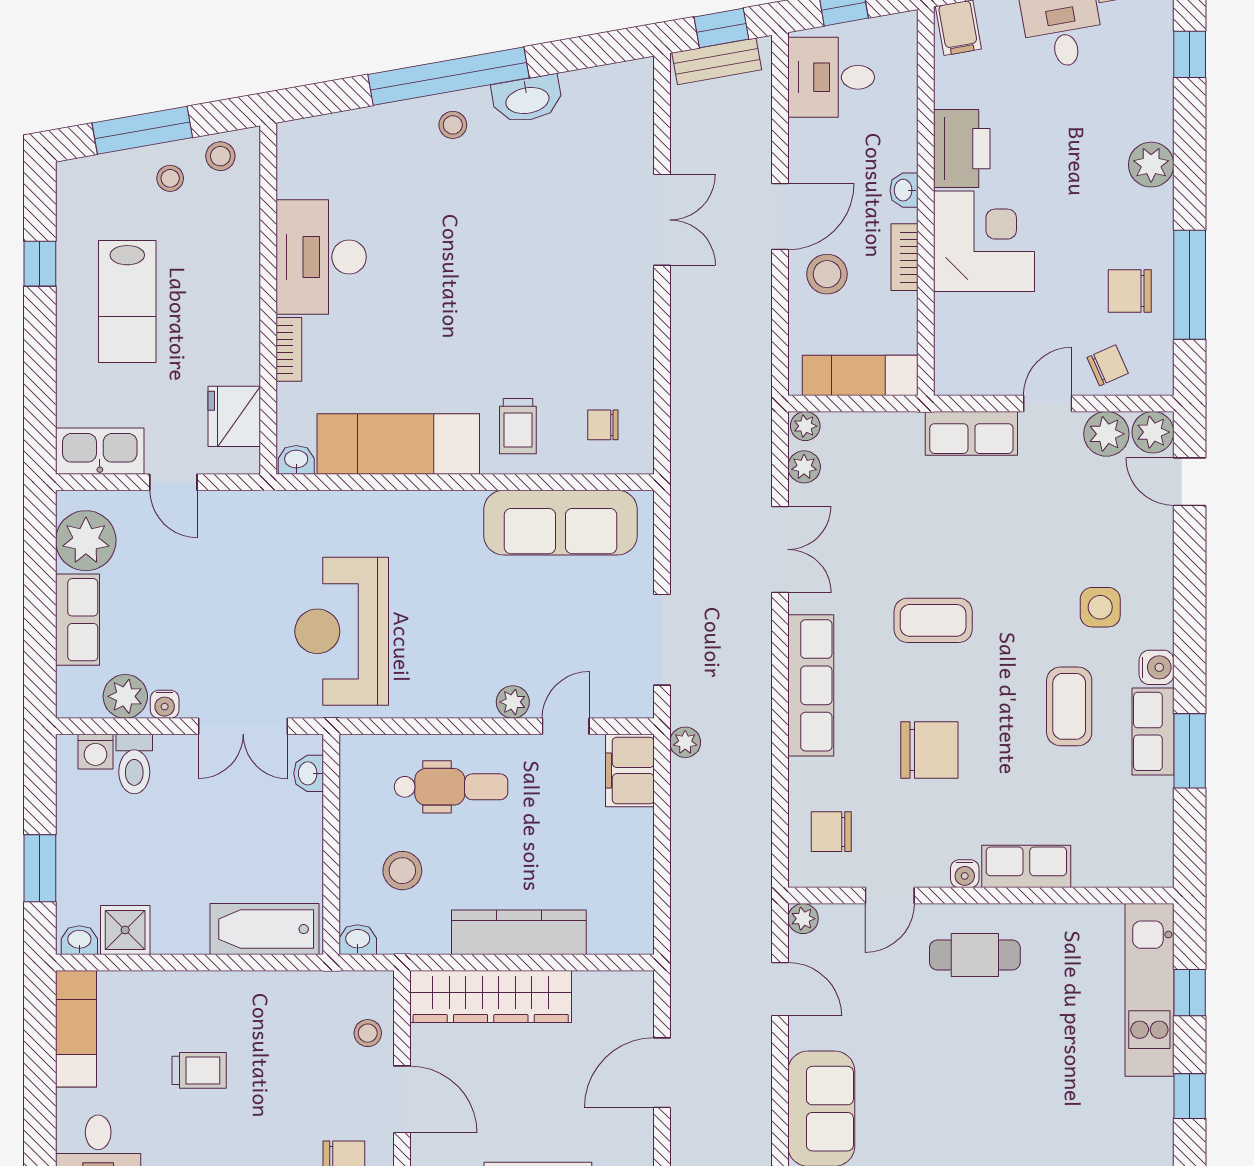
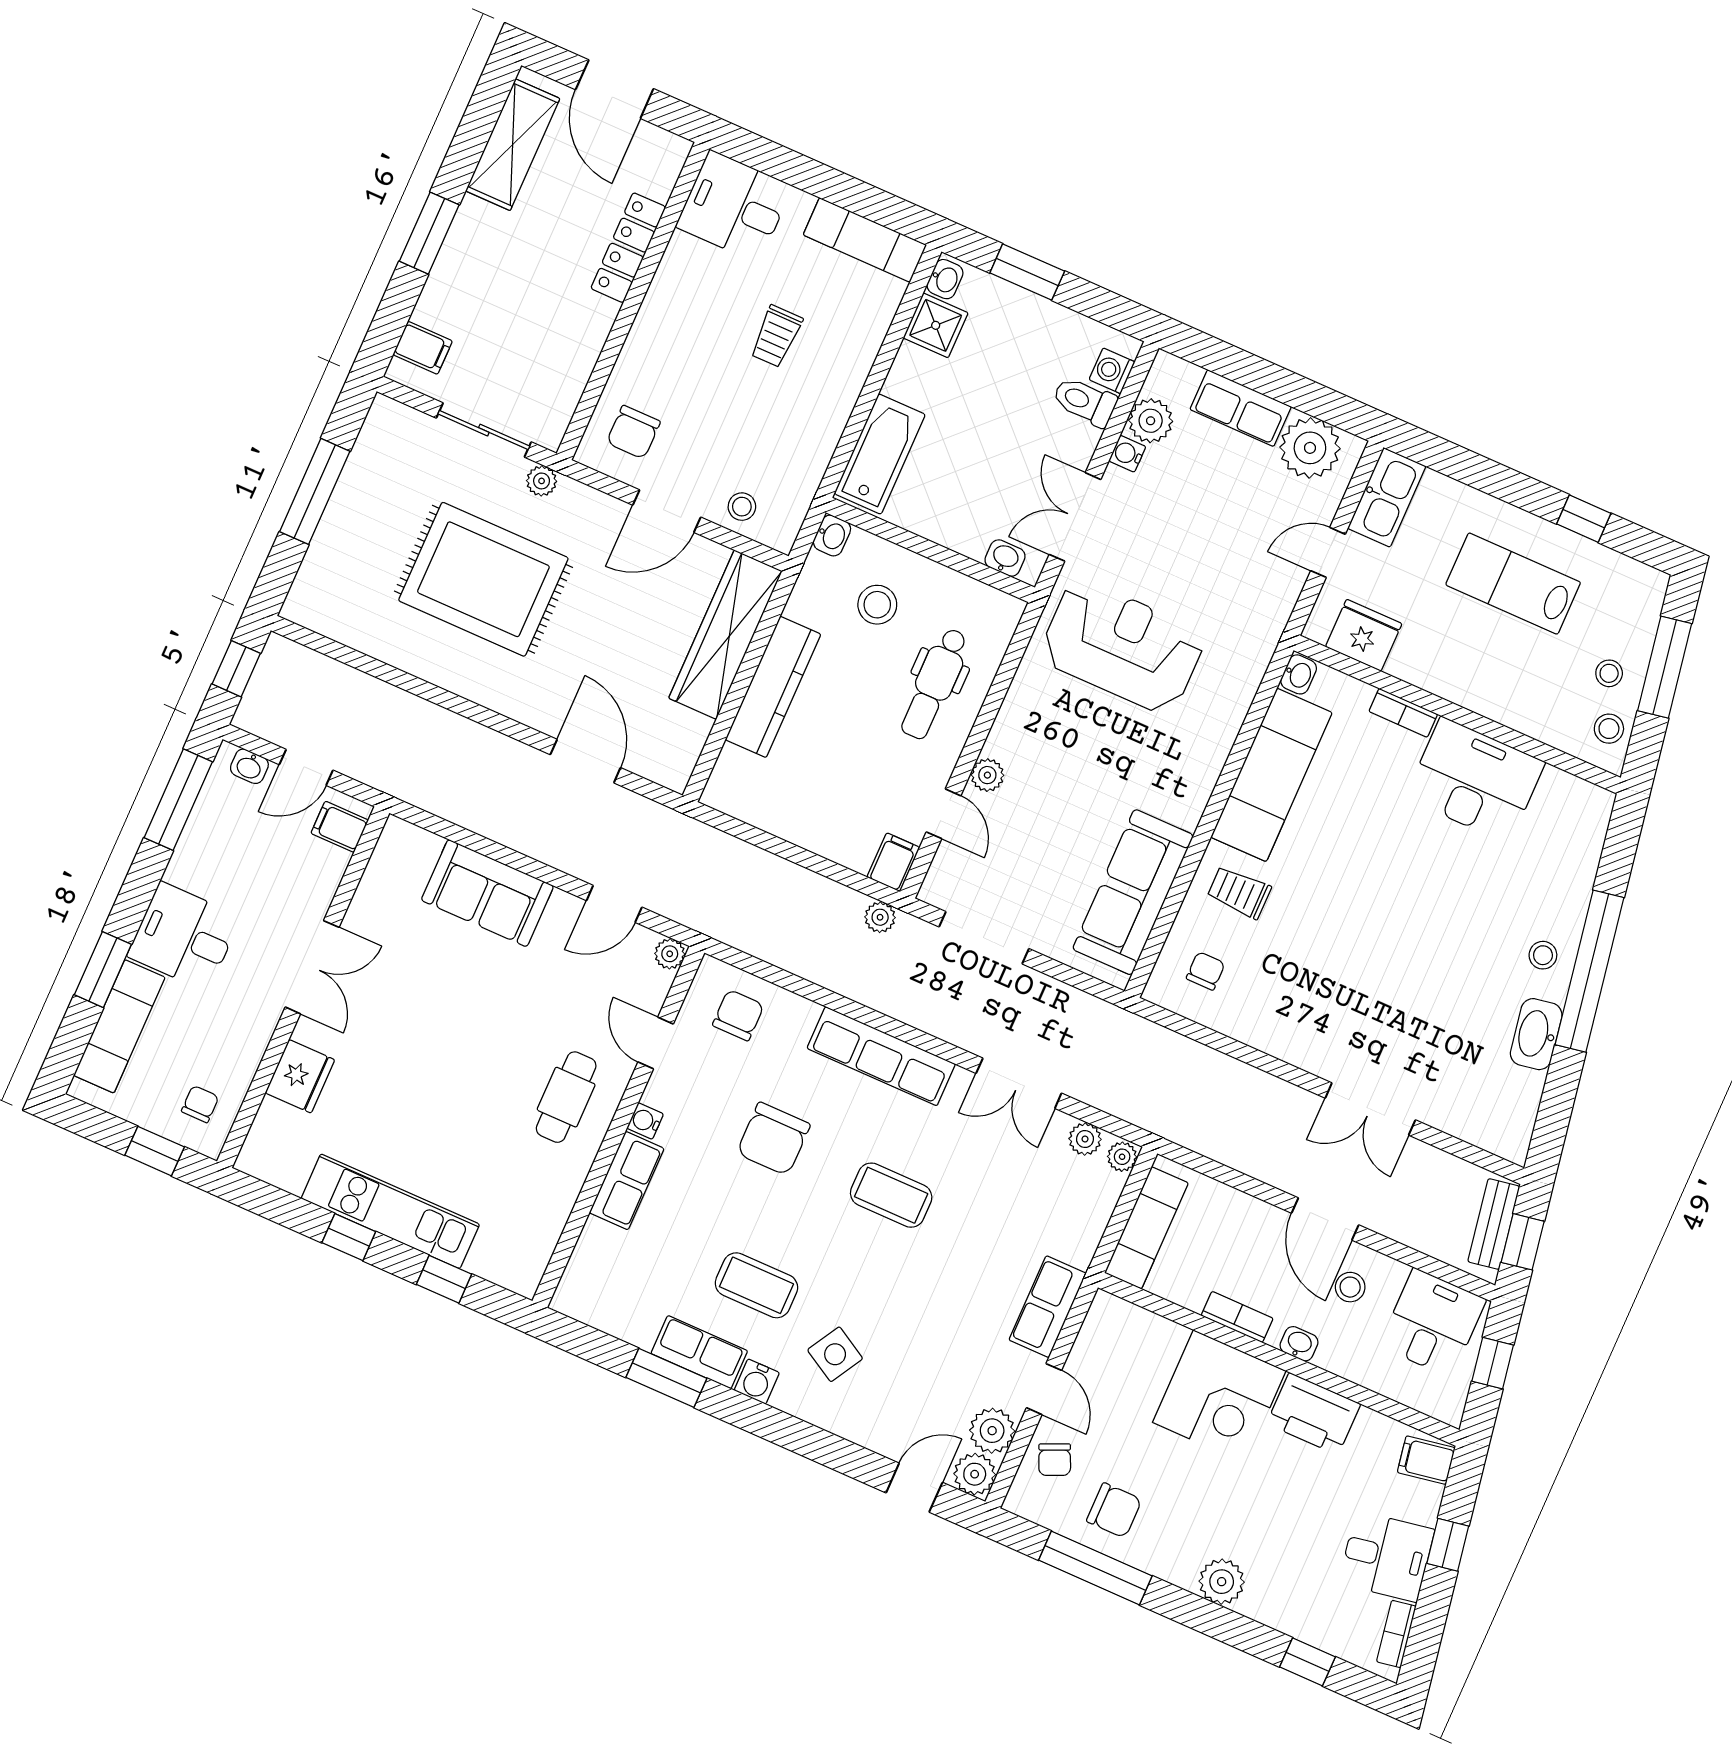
stool: (827, 274) -> (1350, 1287), moved, width x0.73, depth x0.73
chair: (1130, 291) -> (1114, 1510), turned 90
side table: (1100, 607) -> (835, 1354), turned 30
coffee table: (933, 620) -> (891, 1195), turned 90
filing cabinet: (630, 771) -> (893, 862), width x0.50
kitchen unit: (1149, 990) -> (390, 1211), moved

